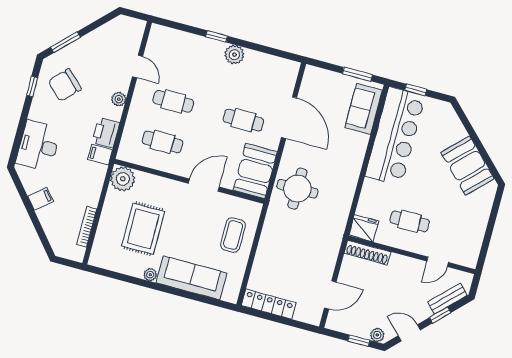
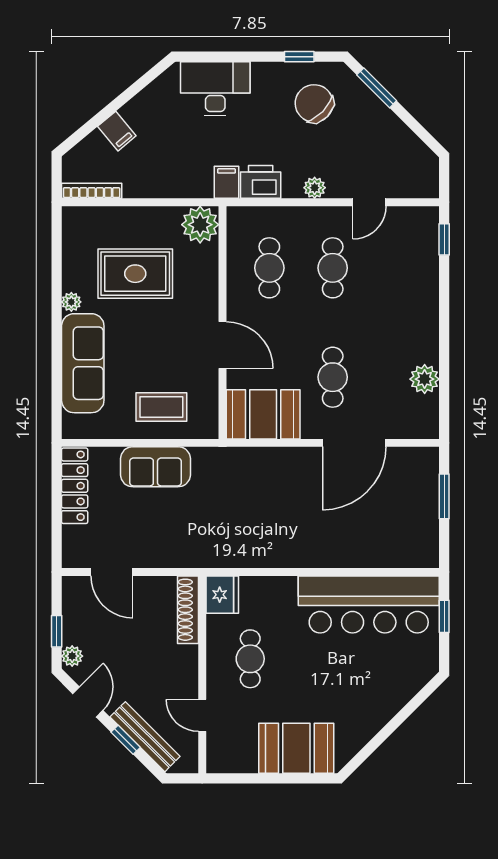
window: (217, 36) -> (444, 239), moved
plant: (234, 55) -> (425, 379), moved
window: (357, 74) -> (444, 496), moved
sofa: (364, 109) -> (155, 467), moved, turned 180
booth: (467, 166) -> (296, 748), moved, turned 45
round table: (297, 189) -> (254, 483), removed
filing cabinet: (41, 199) -> (117, 131), moved
bookcase: (87, 227) -> (92, 191), moved
bench: (447, 299) -> (145, 737), width x1.36

